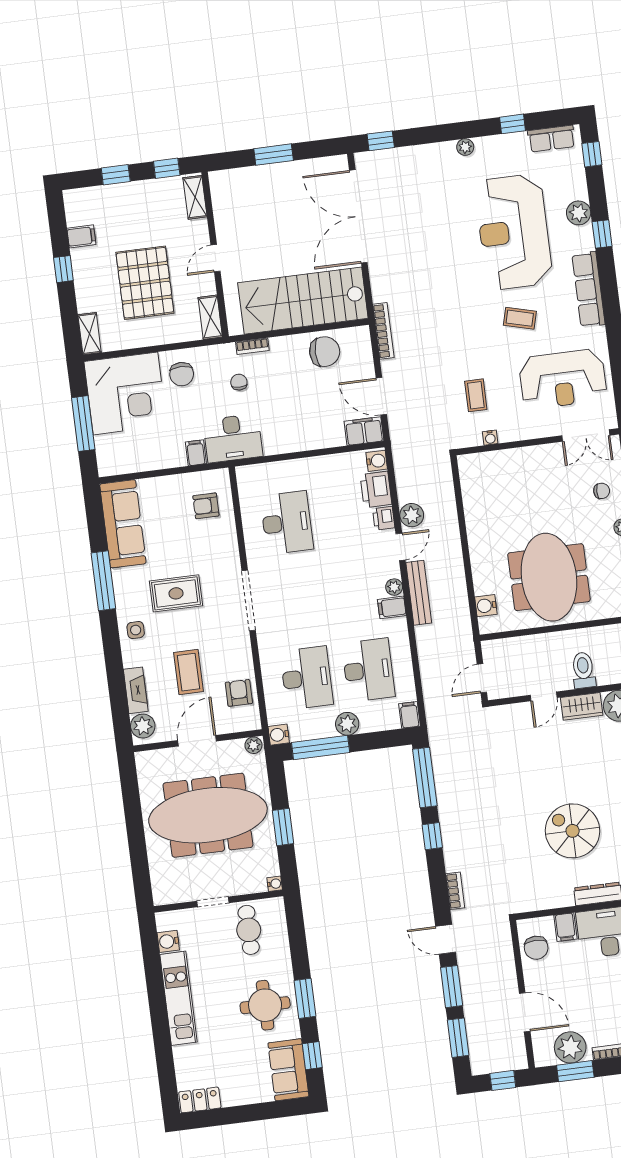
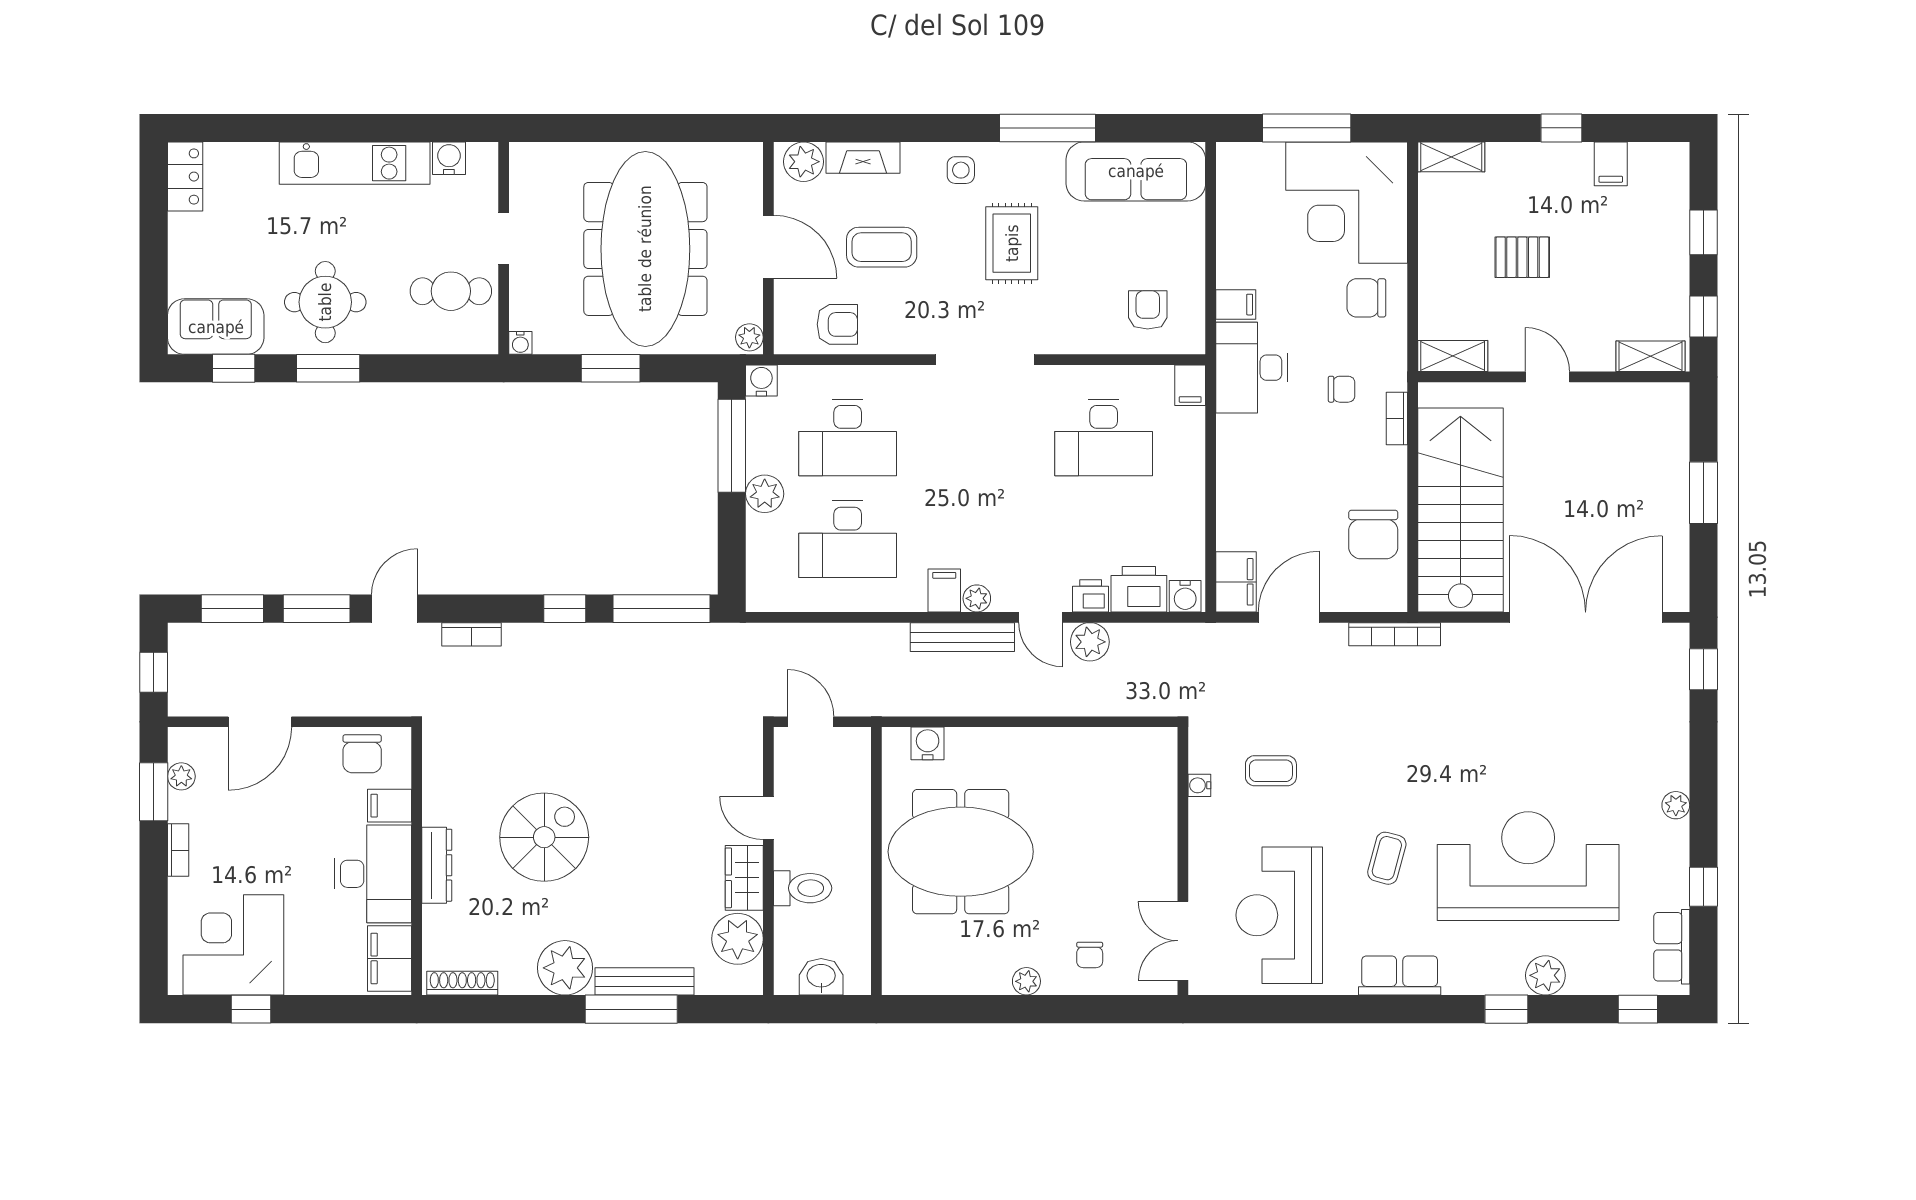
pallet: (145, 283) -> (1522, 257), width x0.49, depth x0.50
row of seats: (588, 289) -> (1400, 976), width x0.68
filing cabinet: (409, 715) -> (1190, 385), moved, turned 90
chair: (536, 948) -> (362, 754), turned -90
plant: (570, 1047) -> (181, 776), width x0.53, depth x0.53

